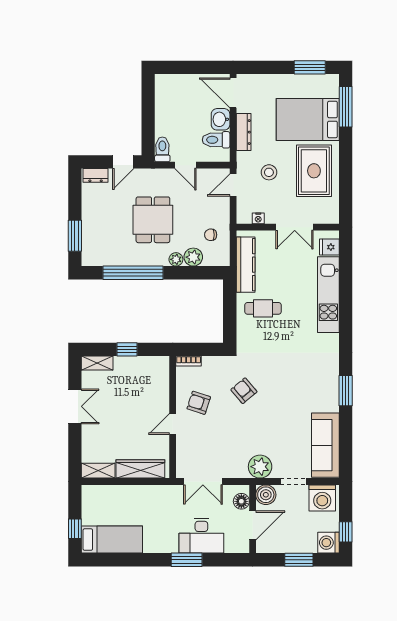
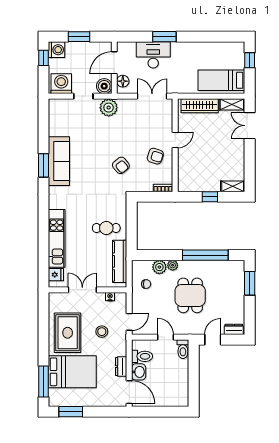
dresser: (244, 132) -> (121, 367), width x0.70
double door: (75, 406) -> (250, 126), moved
sofa: (325, 445) -> (59, 161), moved
bed: (112, 540) -> (221, 80), moved

